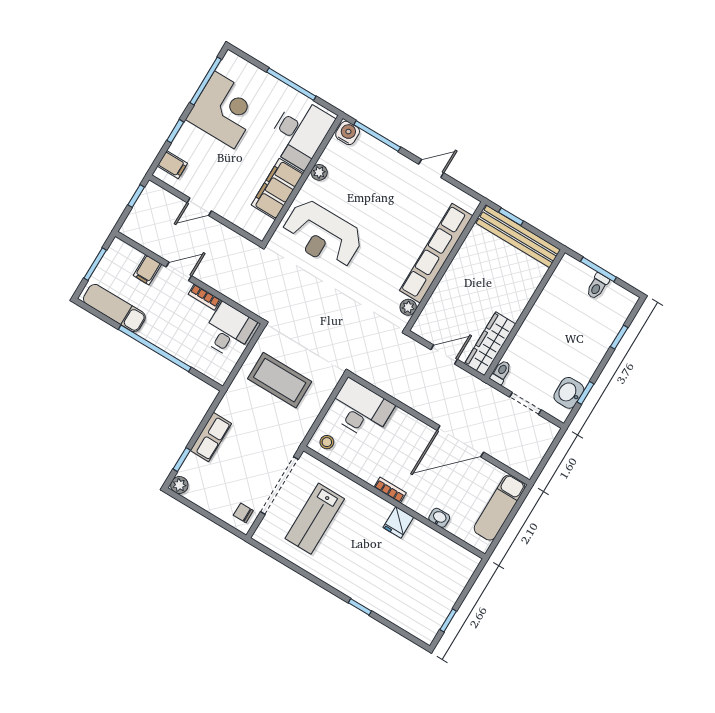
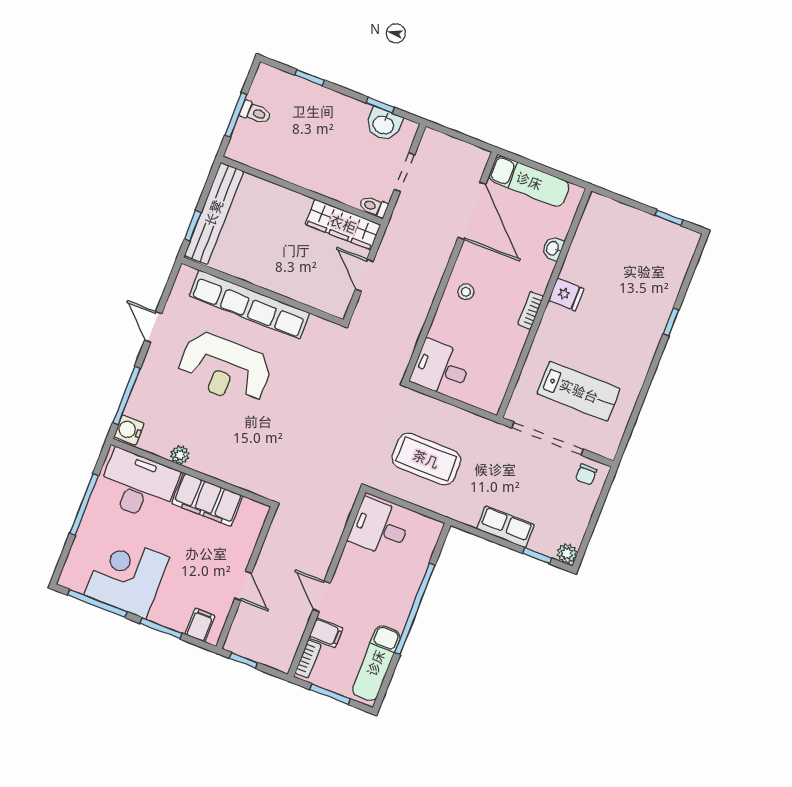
window: (175, 131) -> (161, 628), width x1.50
reception desk: (322, 235) -> (225, 368), moved, turned 90
bookcase: (204, 297) -> (308, 659), moved
plant: (408, 307) -> (317, 326), removed
coffee table: (280, 380) -> (426, 459), turned 90
desk: (361, 410) -> (441, 368), width x0.73
door: (460, 441) -> (472, 211), moved
stool: (327, 442) -> (466, 292), moved

